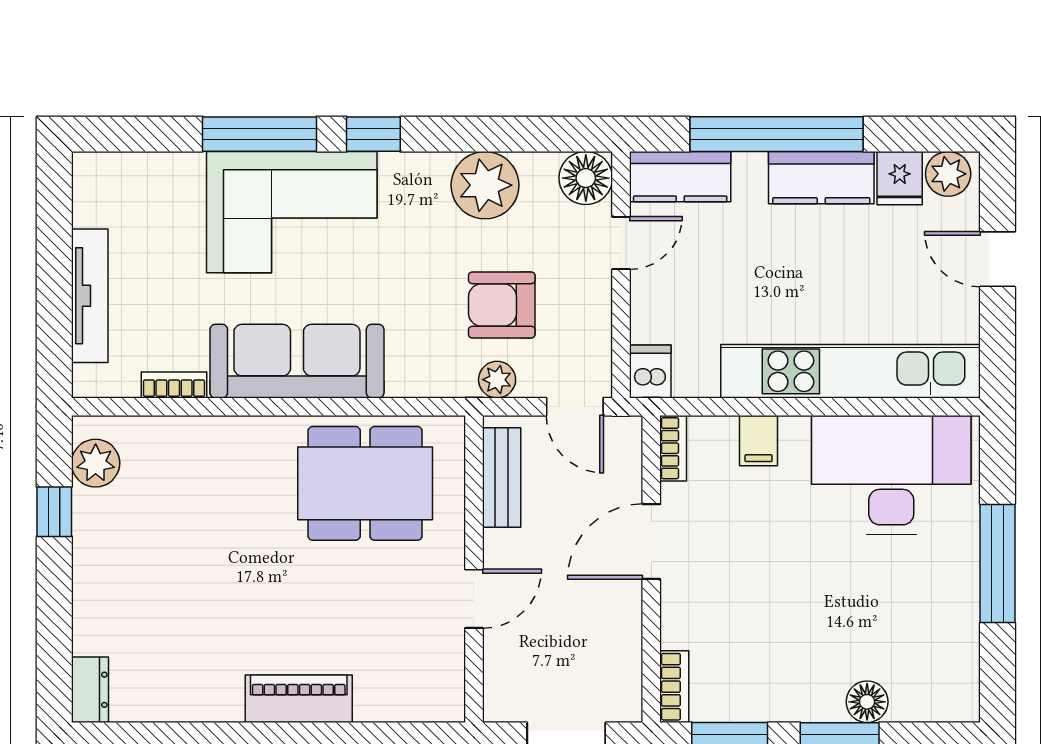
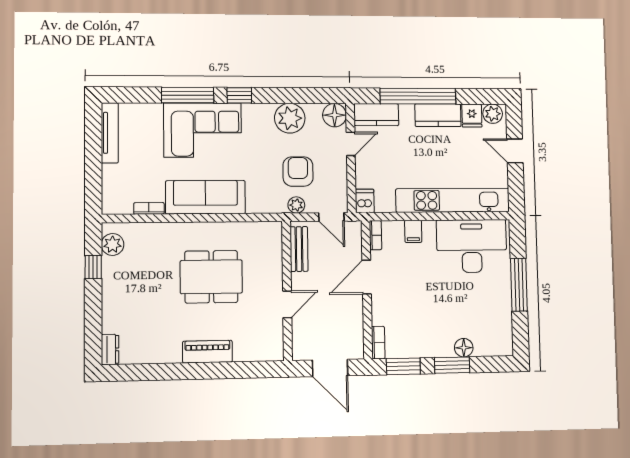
tv unit: (90, 296) -> (110, 133), moved
armchair: (502, 305) -> (298, 172), turned 90
dining table: (365, 483) -> (211, 277), moved

